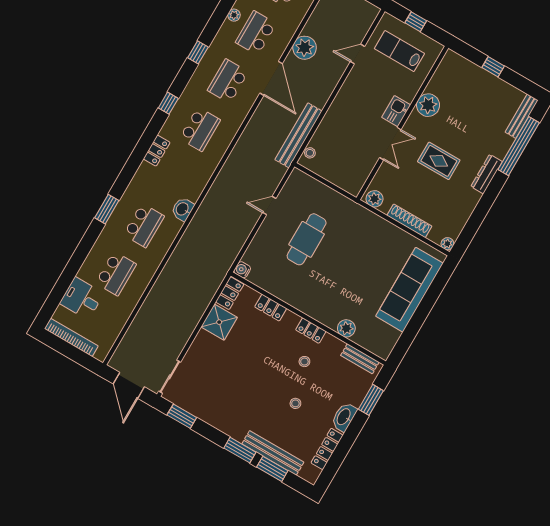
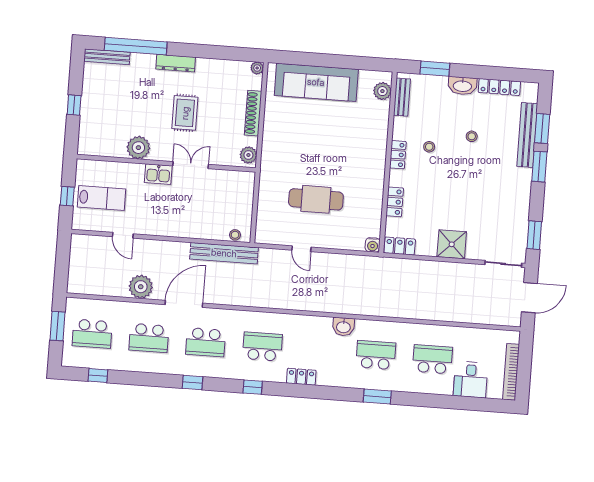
plant: (234, 15) -> (142, 366), removed
lab bench: (399, 51) -> (101, 198), turned -90
shower: (219, 322) -> (452, 244), moved
plant: (346, 328) -> (382, 91), moved

